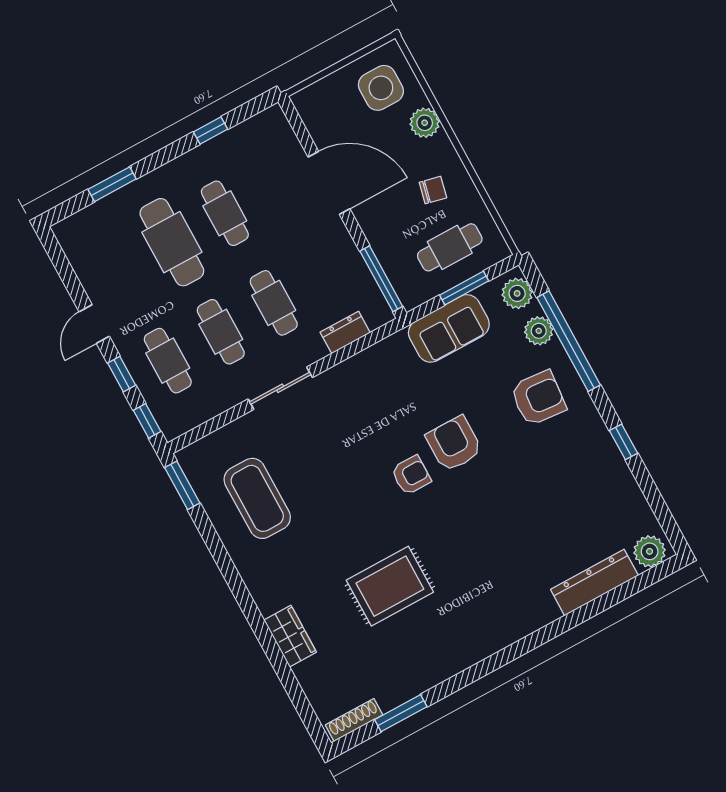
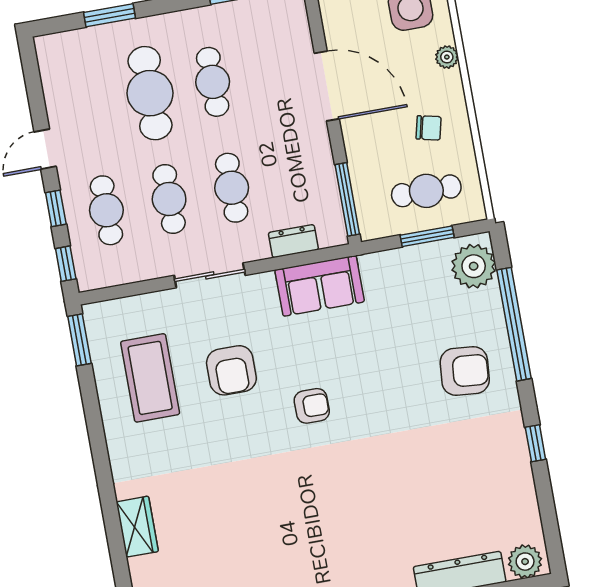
plant: (425, 123) -> (447, 57), width x0.73, depth x0.73
plant: (517, 293) -> (474, 266), width x1.36, depth x1.36
sofa: (449, 328) -> (320, 286), moved
plant: (539, 331) -> (488, 304), removed
armchair: (454, 444) -> (231, 370), moved, turned 180
rug: (390, 586) -> (254, 510), removed

